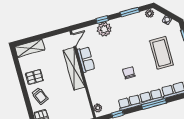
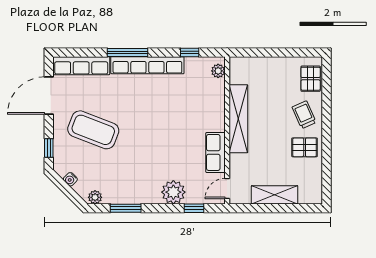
window: (102, 20) -> (194, 208), moved
shelving: (30, 48) -> (275, 195), moved
coffee table: (162, 53) -> (93, 130), turned -69
shelving: (74, 69) -> (238, 119), moved
chair: (129, 73) -> (154, 112), removed

